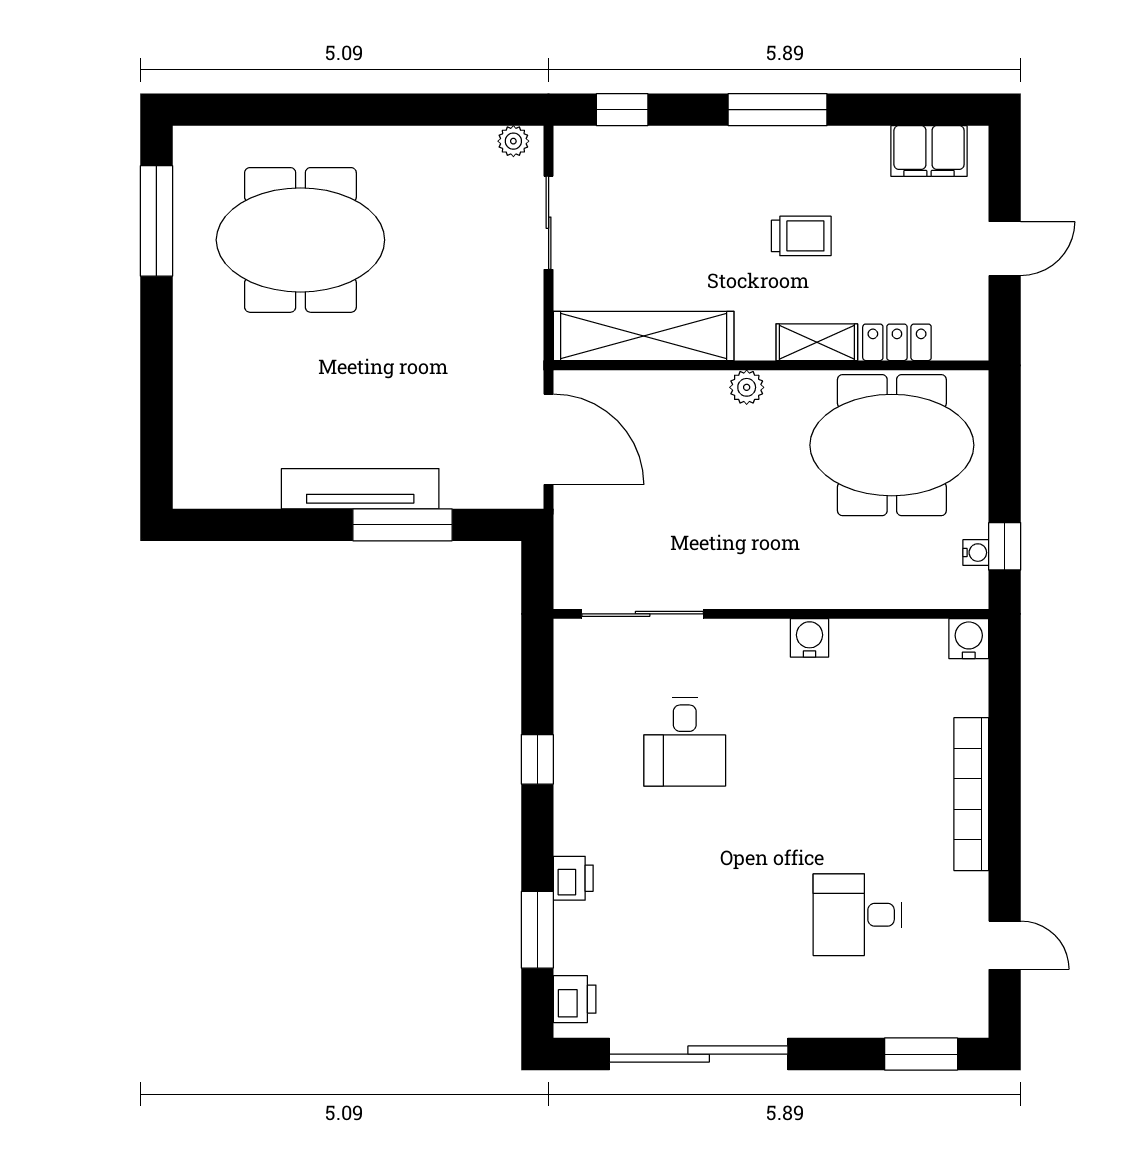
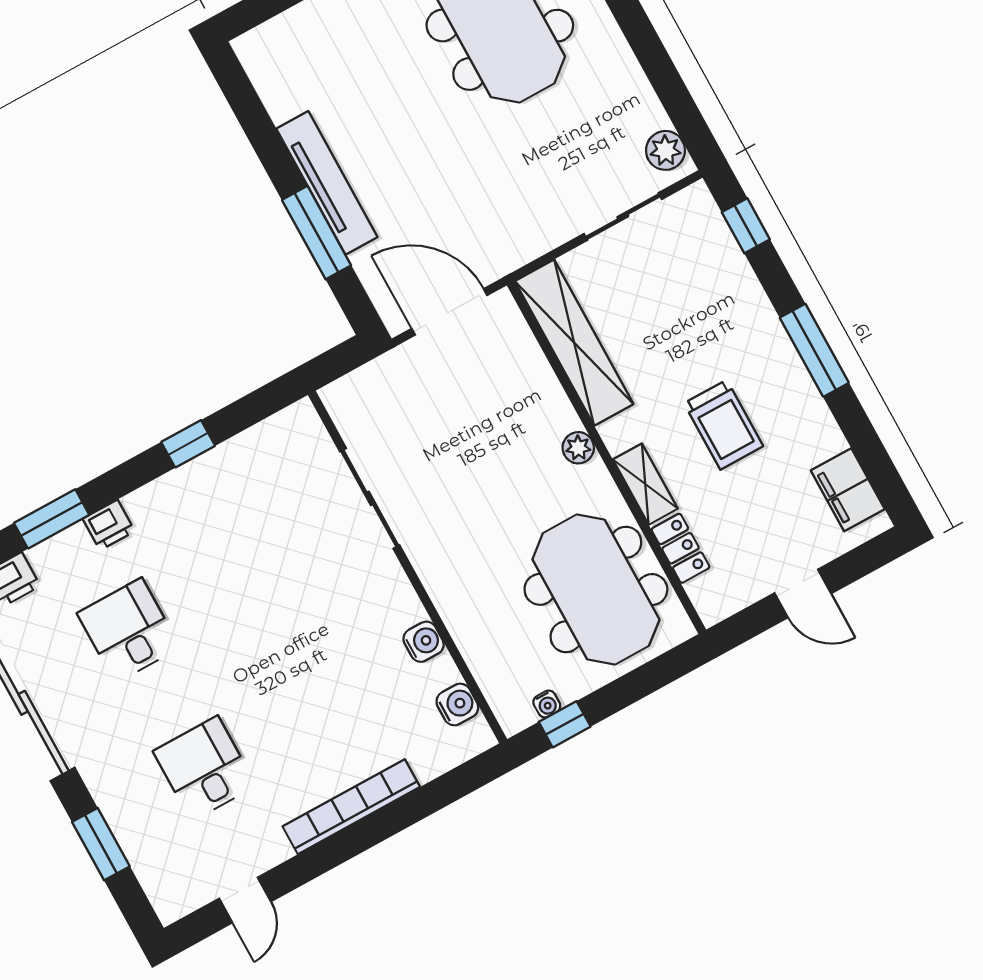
plant: (513, 141) -> (665, 150), width x1.38, depth x1.38
trolley: (801, 236) -> (724, 425), width x1.36, depth x1.39
door: (549, 439) -> (449, 312), swing flipped
sliding door: (643, 614) -> (370, 498), moved
water cooler: (810, 638) -> (424, 642), moved
water cooler: (969, 639) -> (457, 705), moved
desk: (685, 742) -> (129, 630), moved, turned 90
window: (921, 1054) -> (101, 844), moved

